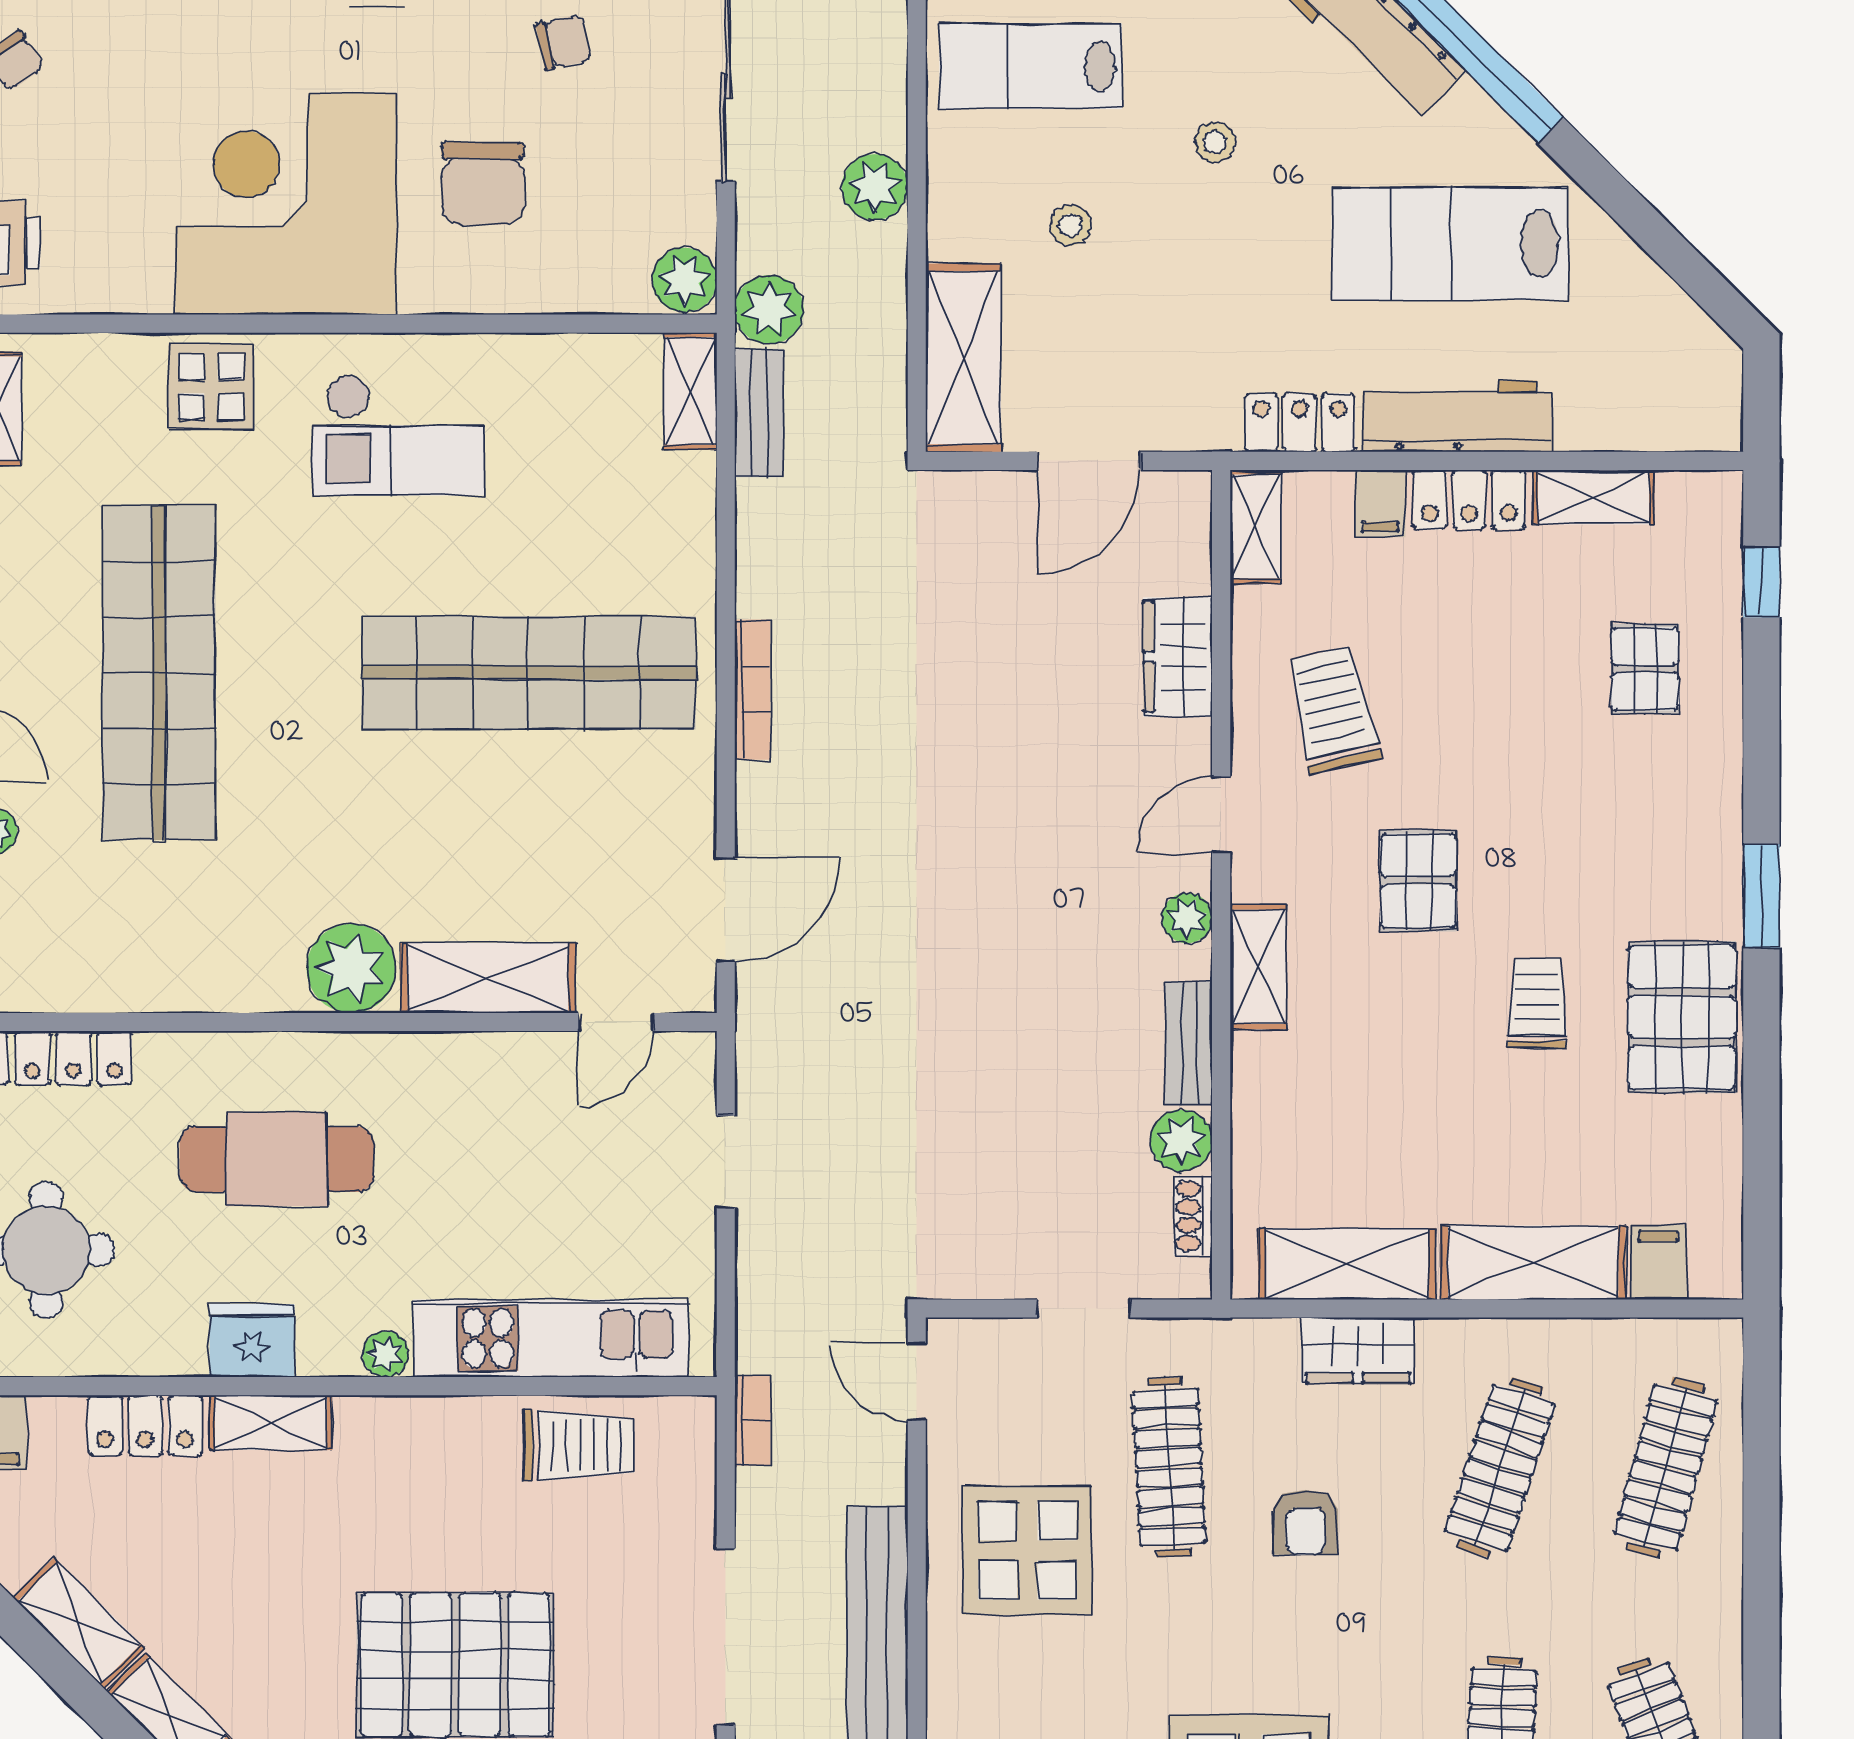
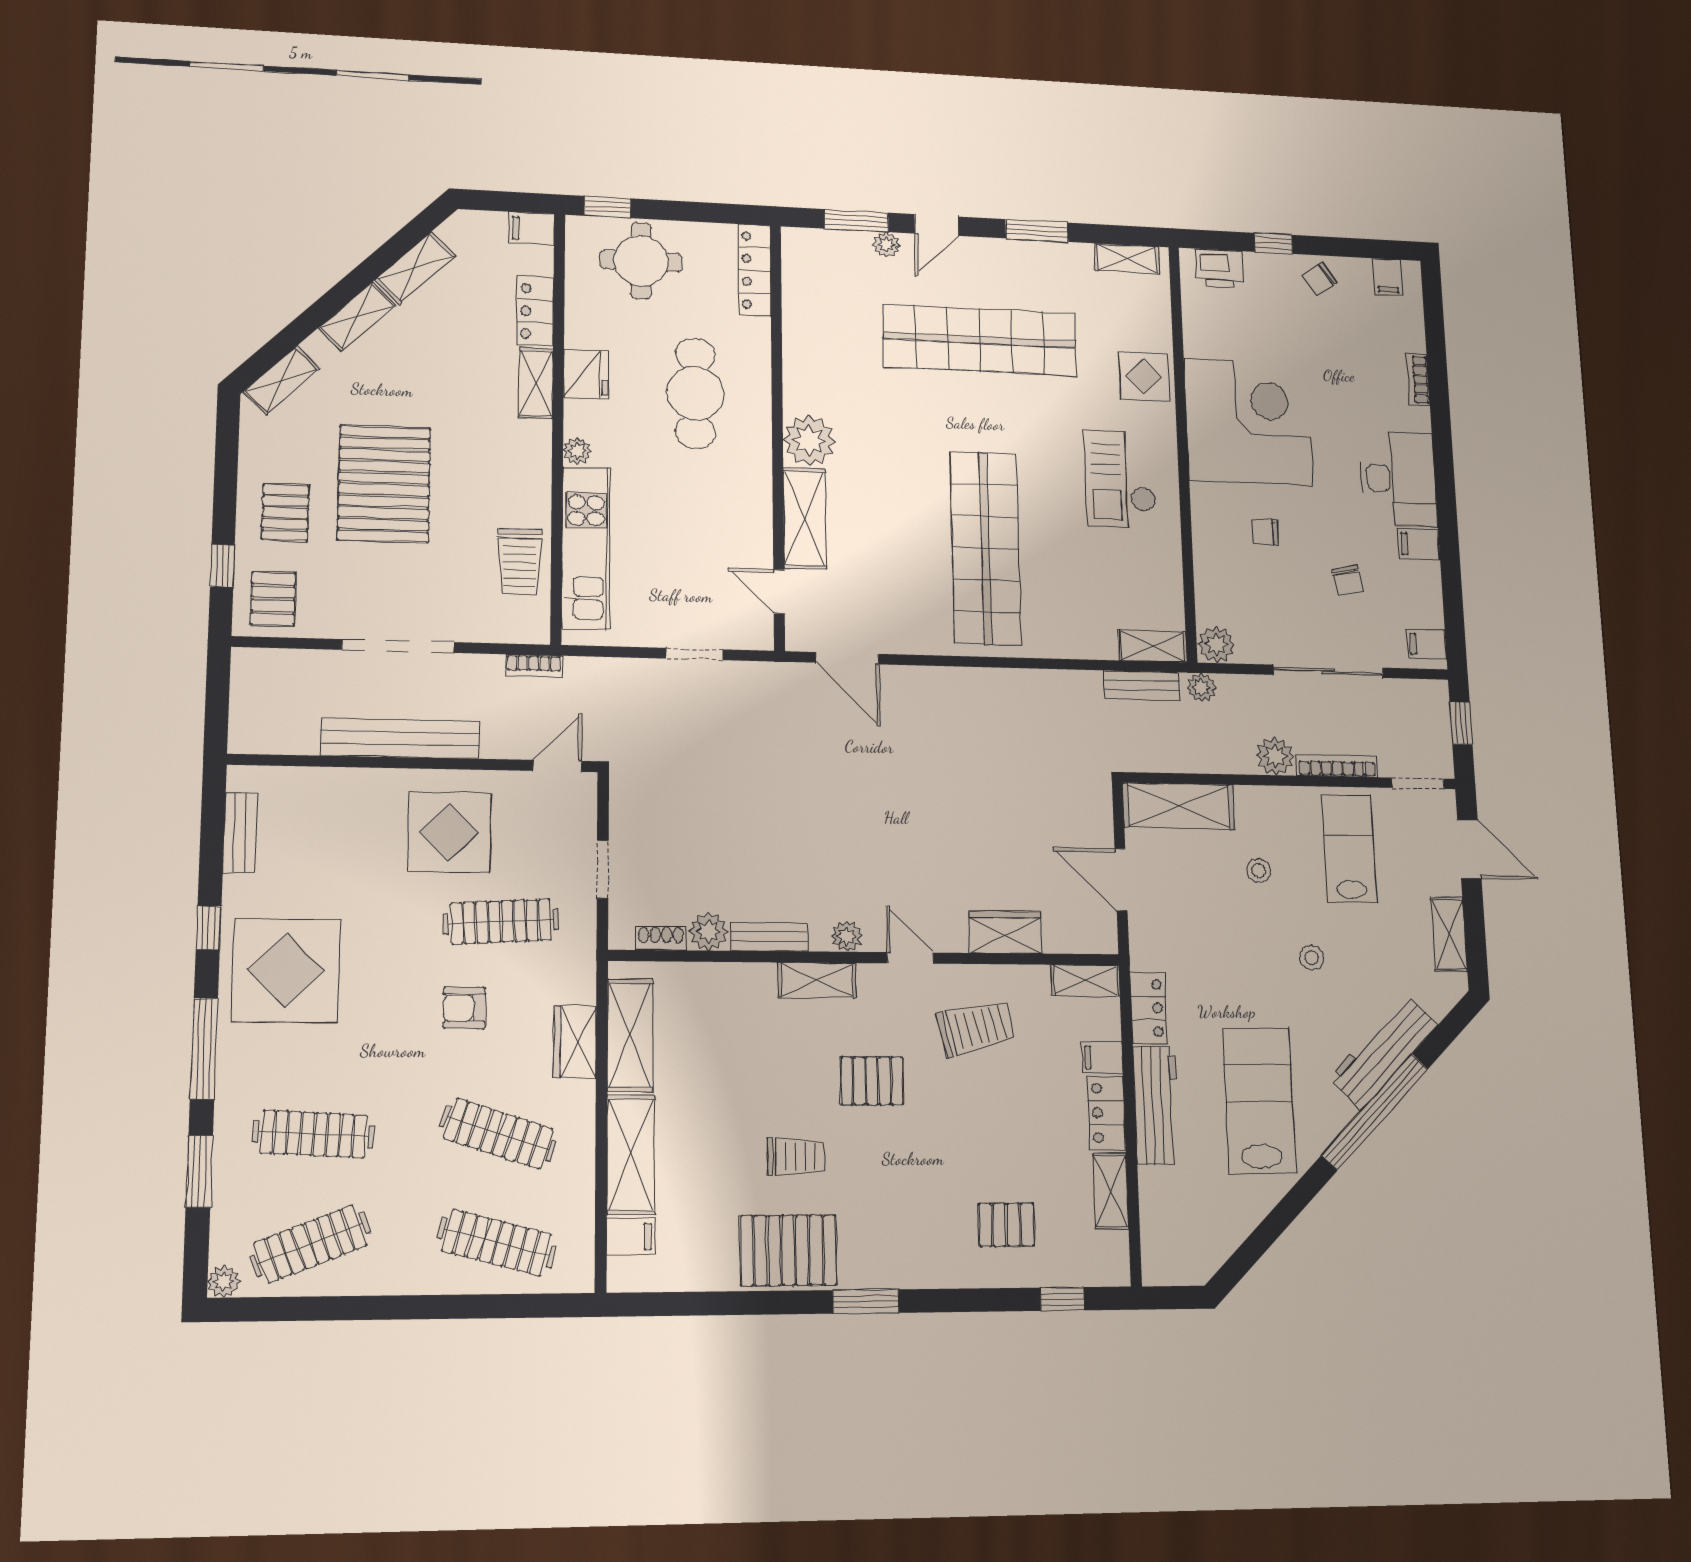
chair: (483, 184) -> (1266, 532), width x0.54, depth x0.54
plant: (769, 310) -> (1201, 687), width x0.73, depth x0.73
bookcase: (753, 690) -> (1337, 766), moved, turned 180

